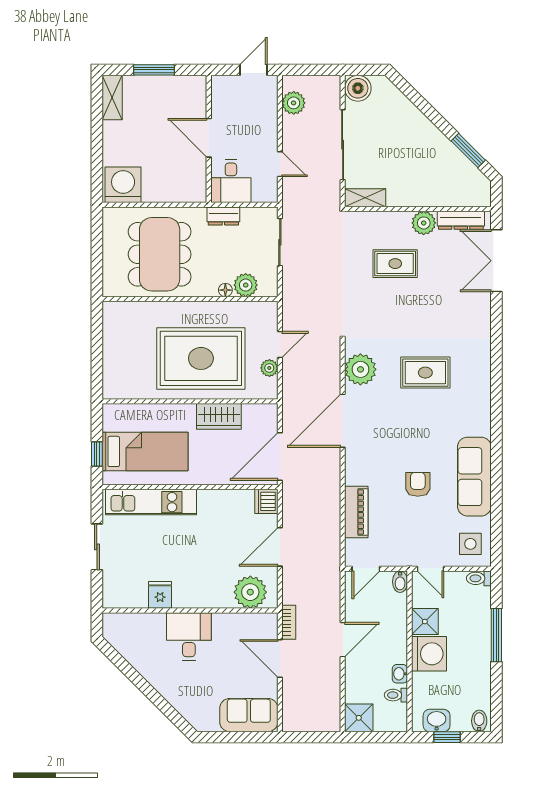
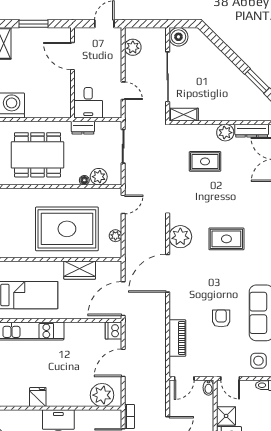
door: (209, 138) -> (73, 56), moved
dining table: (160, 254) -> (38, 155), turned 90
door: (280, 345) -> (123, 204), moved

